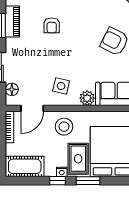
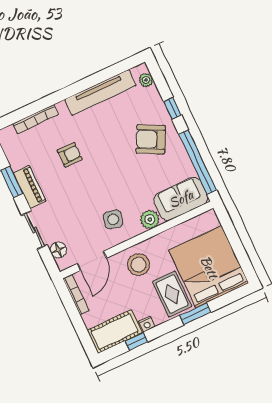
piano: (12, 21) -> (30, 187), moved
armchair: (52, 25) -> (70, 155), turned -90
nightstand: (62, 172) -> (147, 324), moved
window: (58, 181) -> (136, 341), moved

